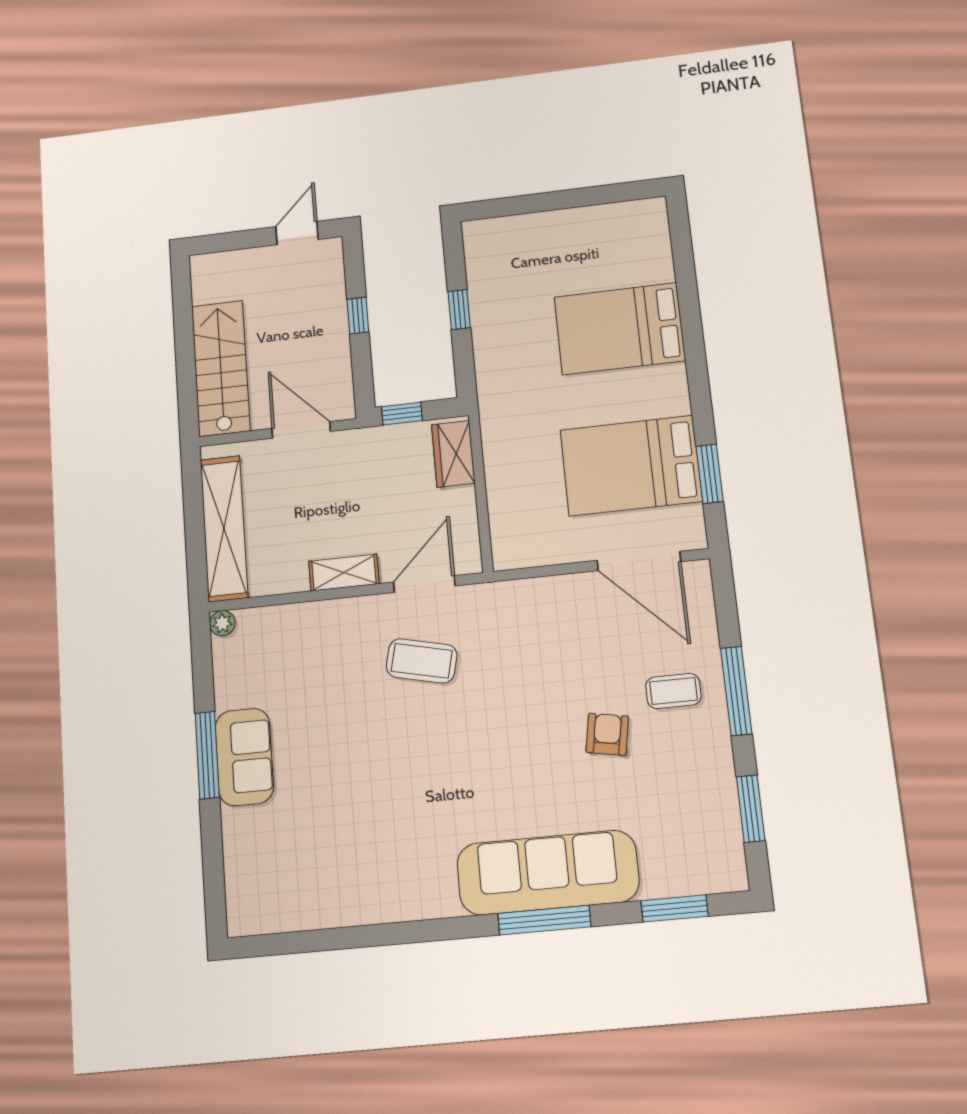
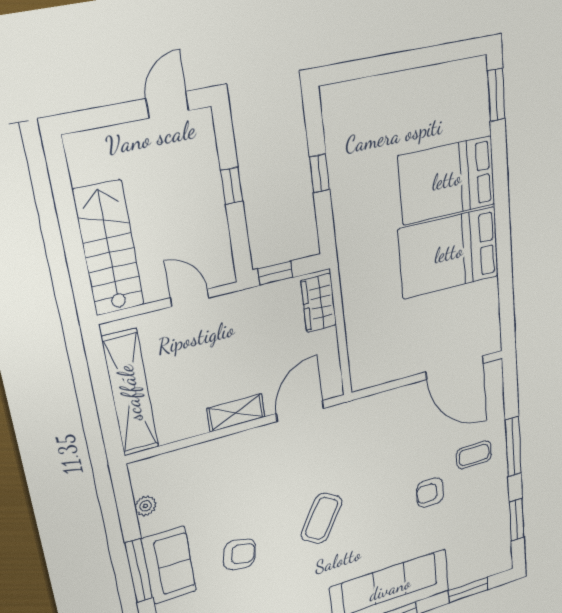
door: (301, 430) -> (190, 298), width x0.73
bed: (631, 466) -> (449, 253), moved
window: (710, 474) -> (496, 95), moved
plant: (222, 623) -> (146, 506), moved
coffee table: (422, 661) -> (321, 518), moved, turned -72
armchair: (607, 734) -> (430, 493), turned -100
armchair: (334, 763) -> (239, 554), added

